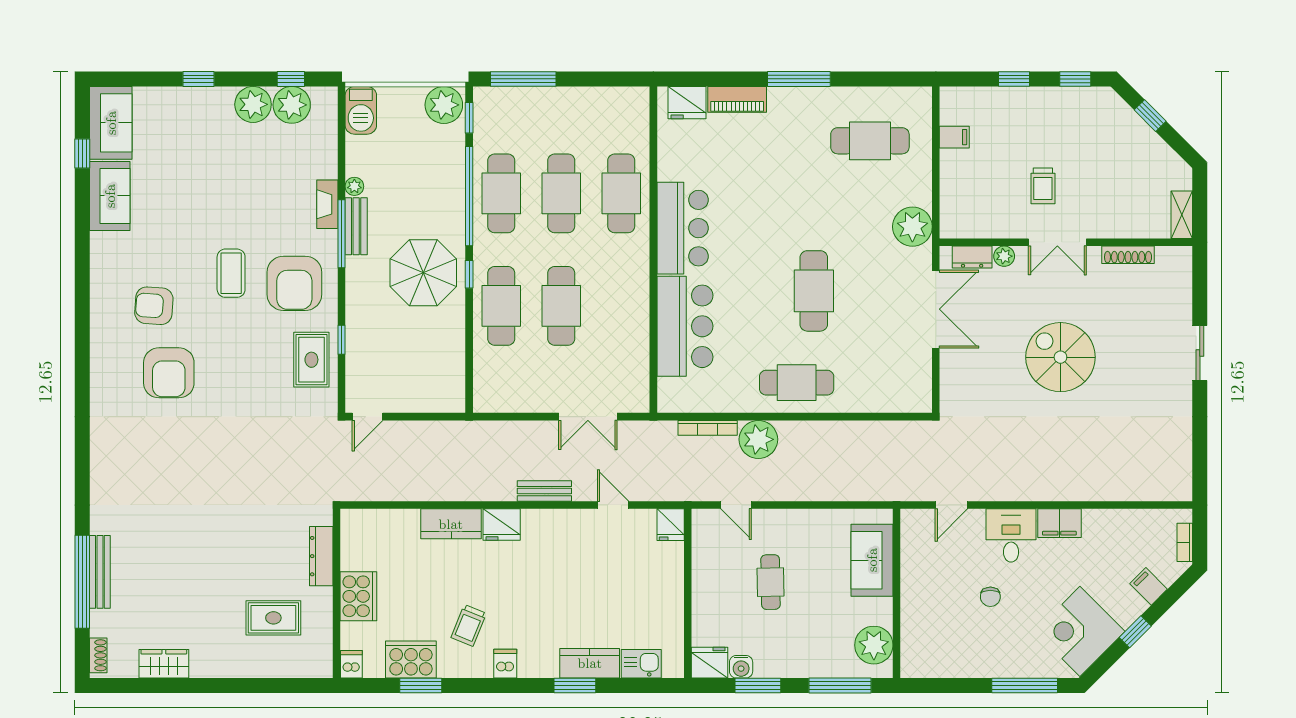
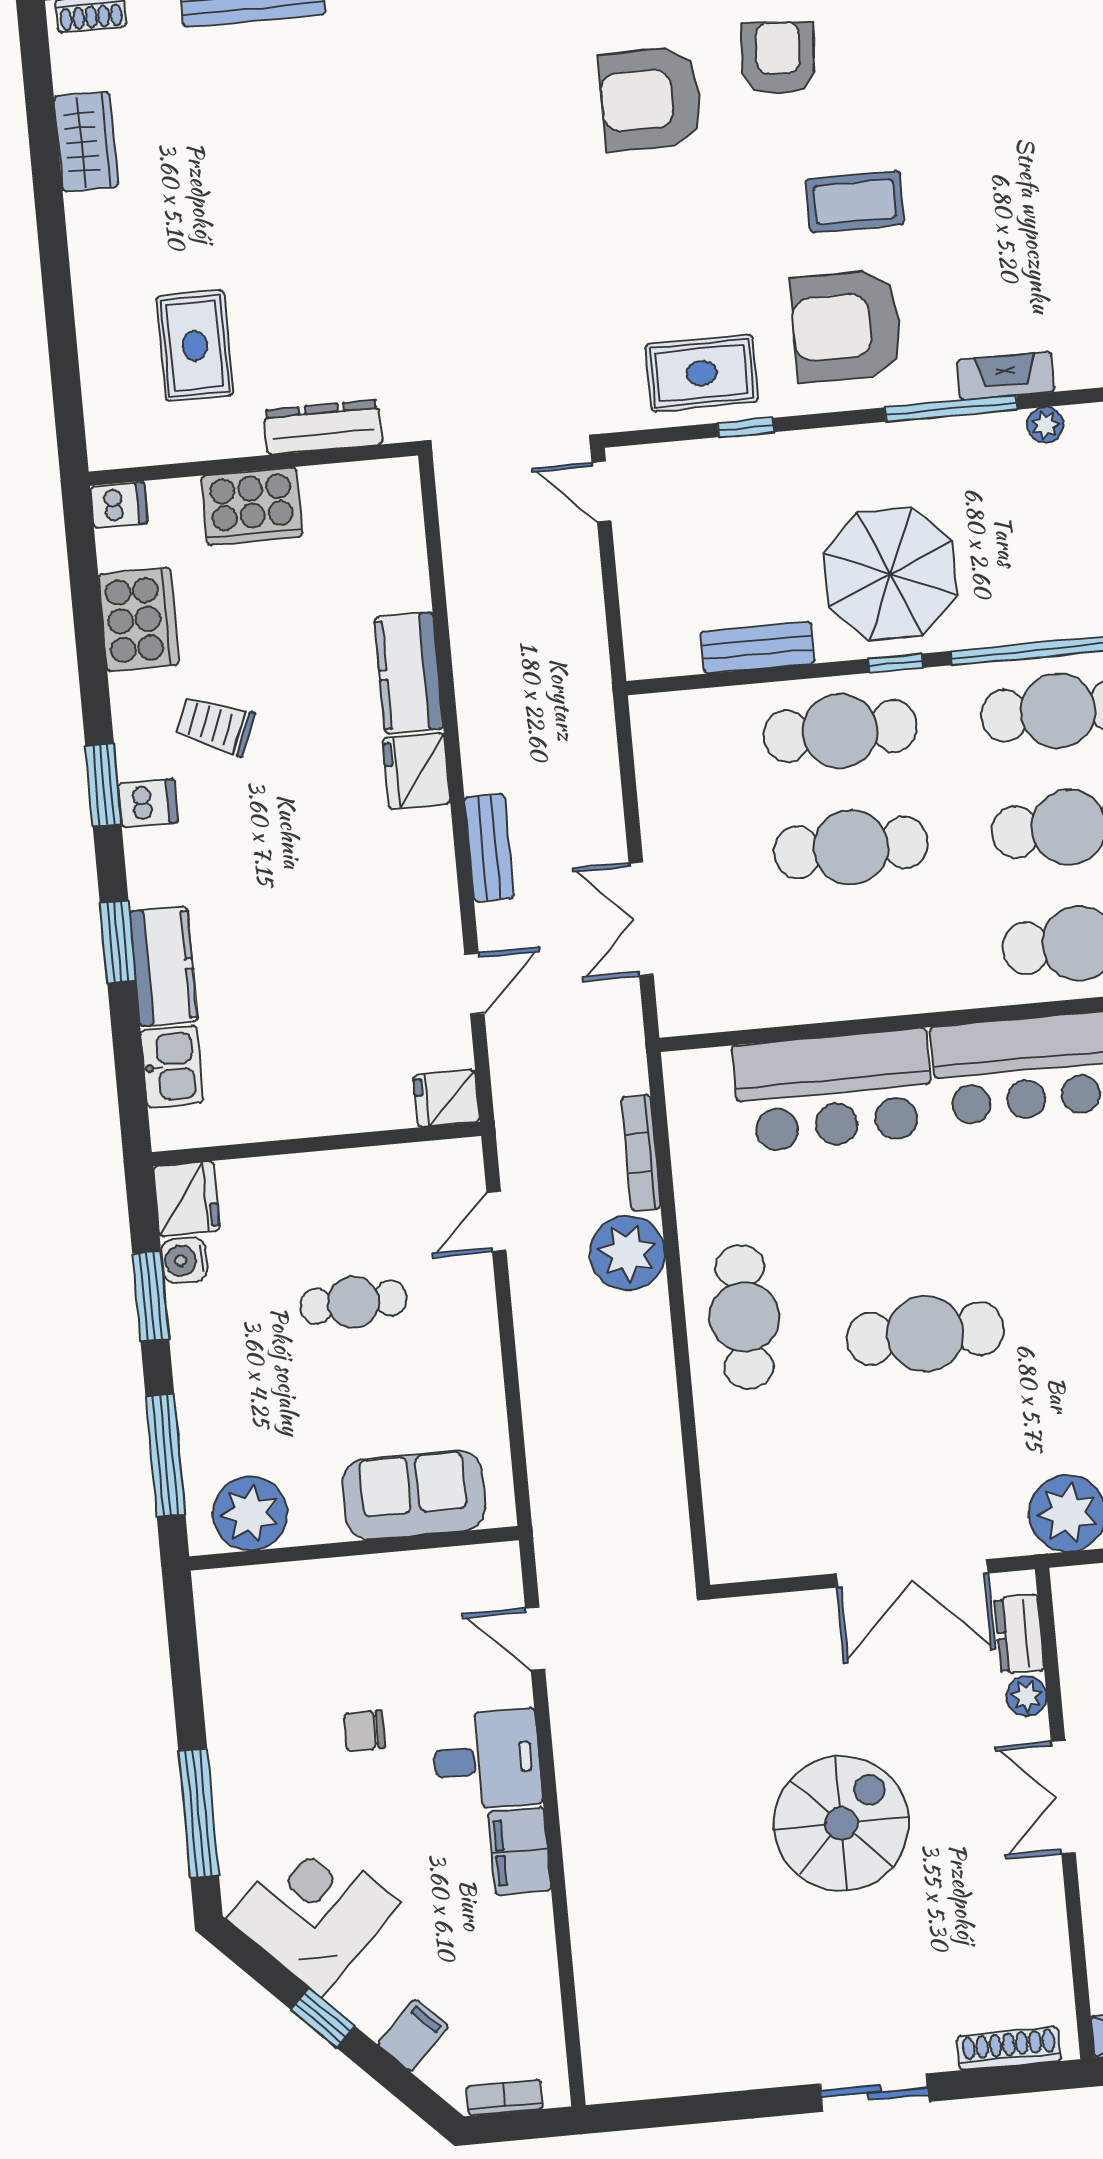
bench: (356, 226) -> (757, 647), moved
shoe rack: (1128, 255) -> (1009, 2049), moved, turned 90
window: (421, 686) -> (103, 785), moved

